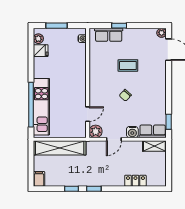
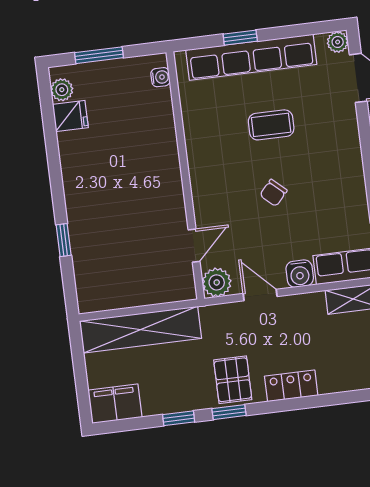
row of seats: (109, 35) -> (251, 57), width x2.02
window: (31, 105) -> (64, 240), width x0.32
kitchen unit: (41, 107) -> (88, 242), removed
door: (114, 139) -> (260, 295), swing flipped
pallet: (97, 175) -> (233, 380), added
filing cabinet: (39, 179) -> (115, 404), width x2.00
locker: (135, 181) -> (291, 386), moved

